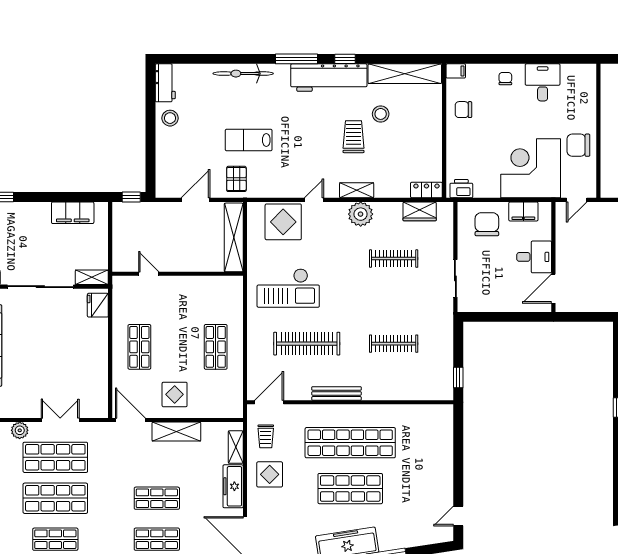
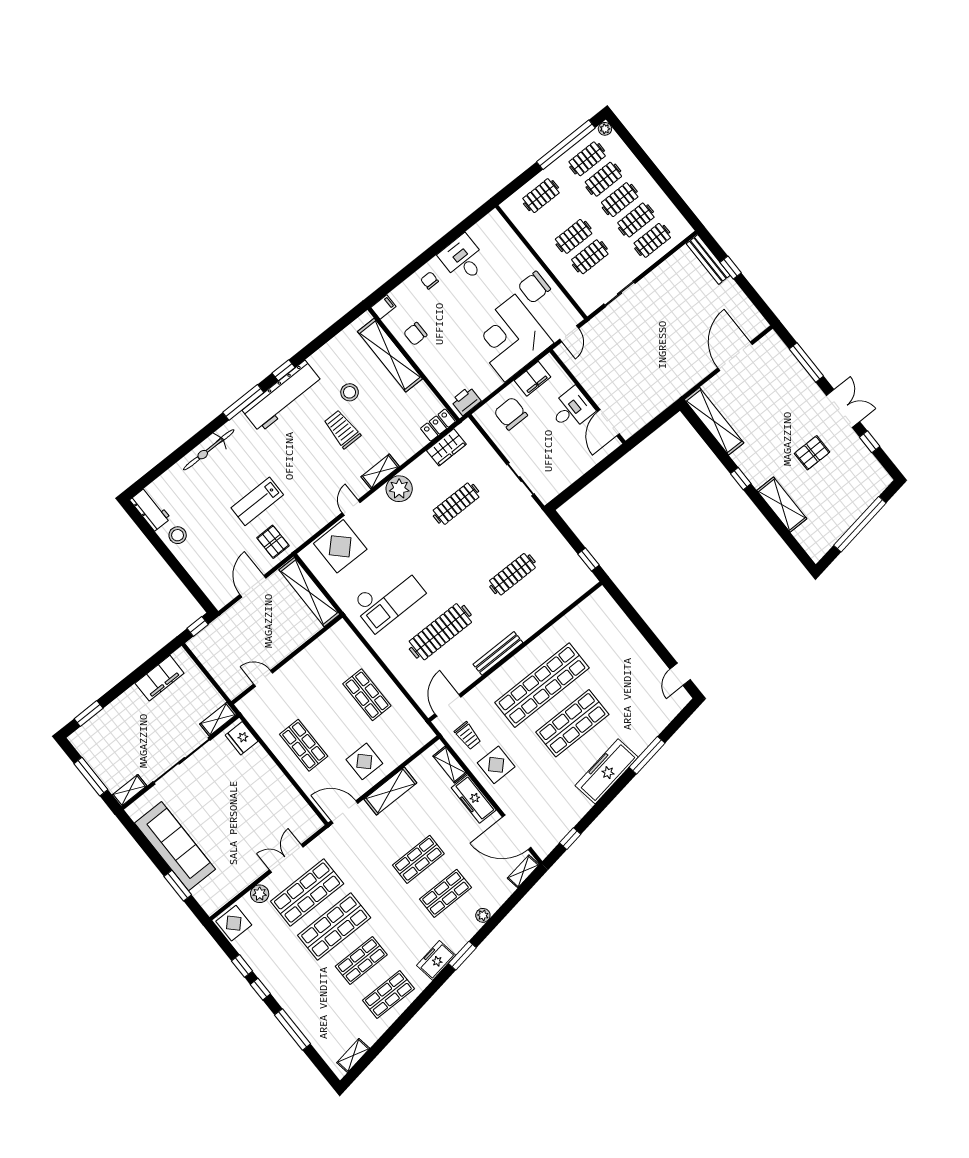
shelving: (405, 74) -> (390, 355), moved, turned 90

